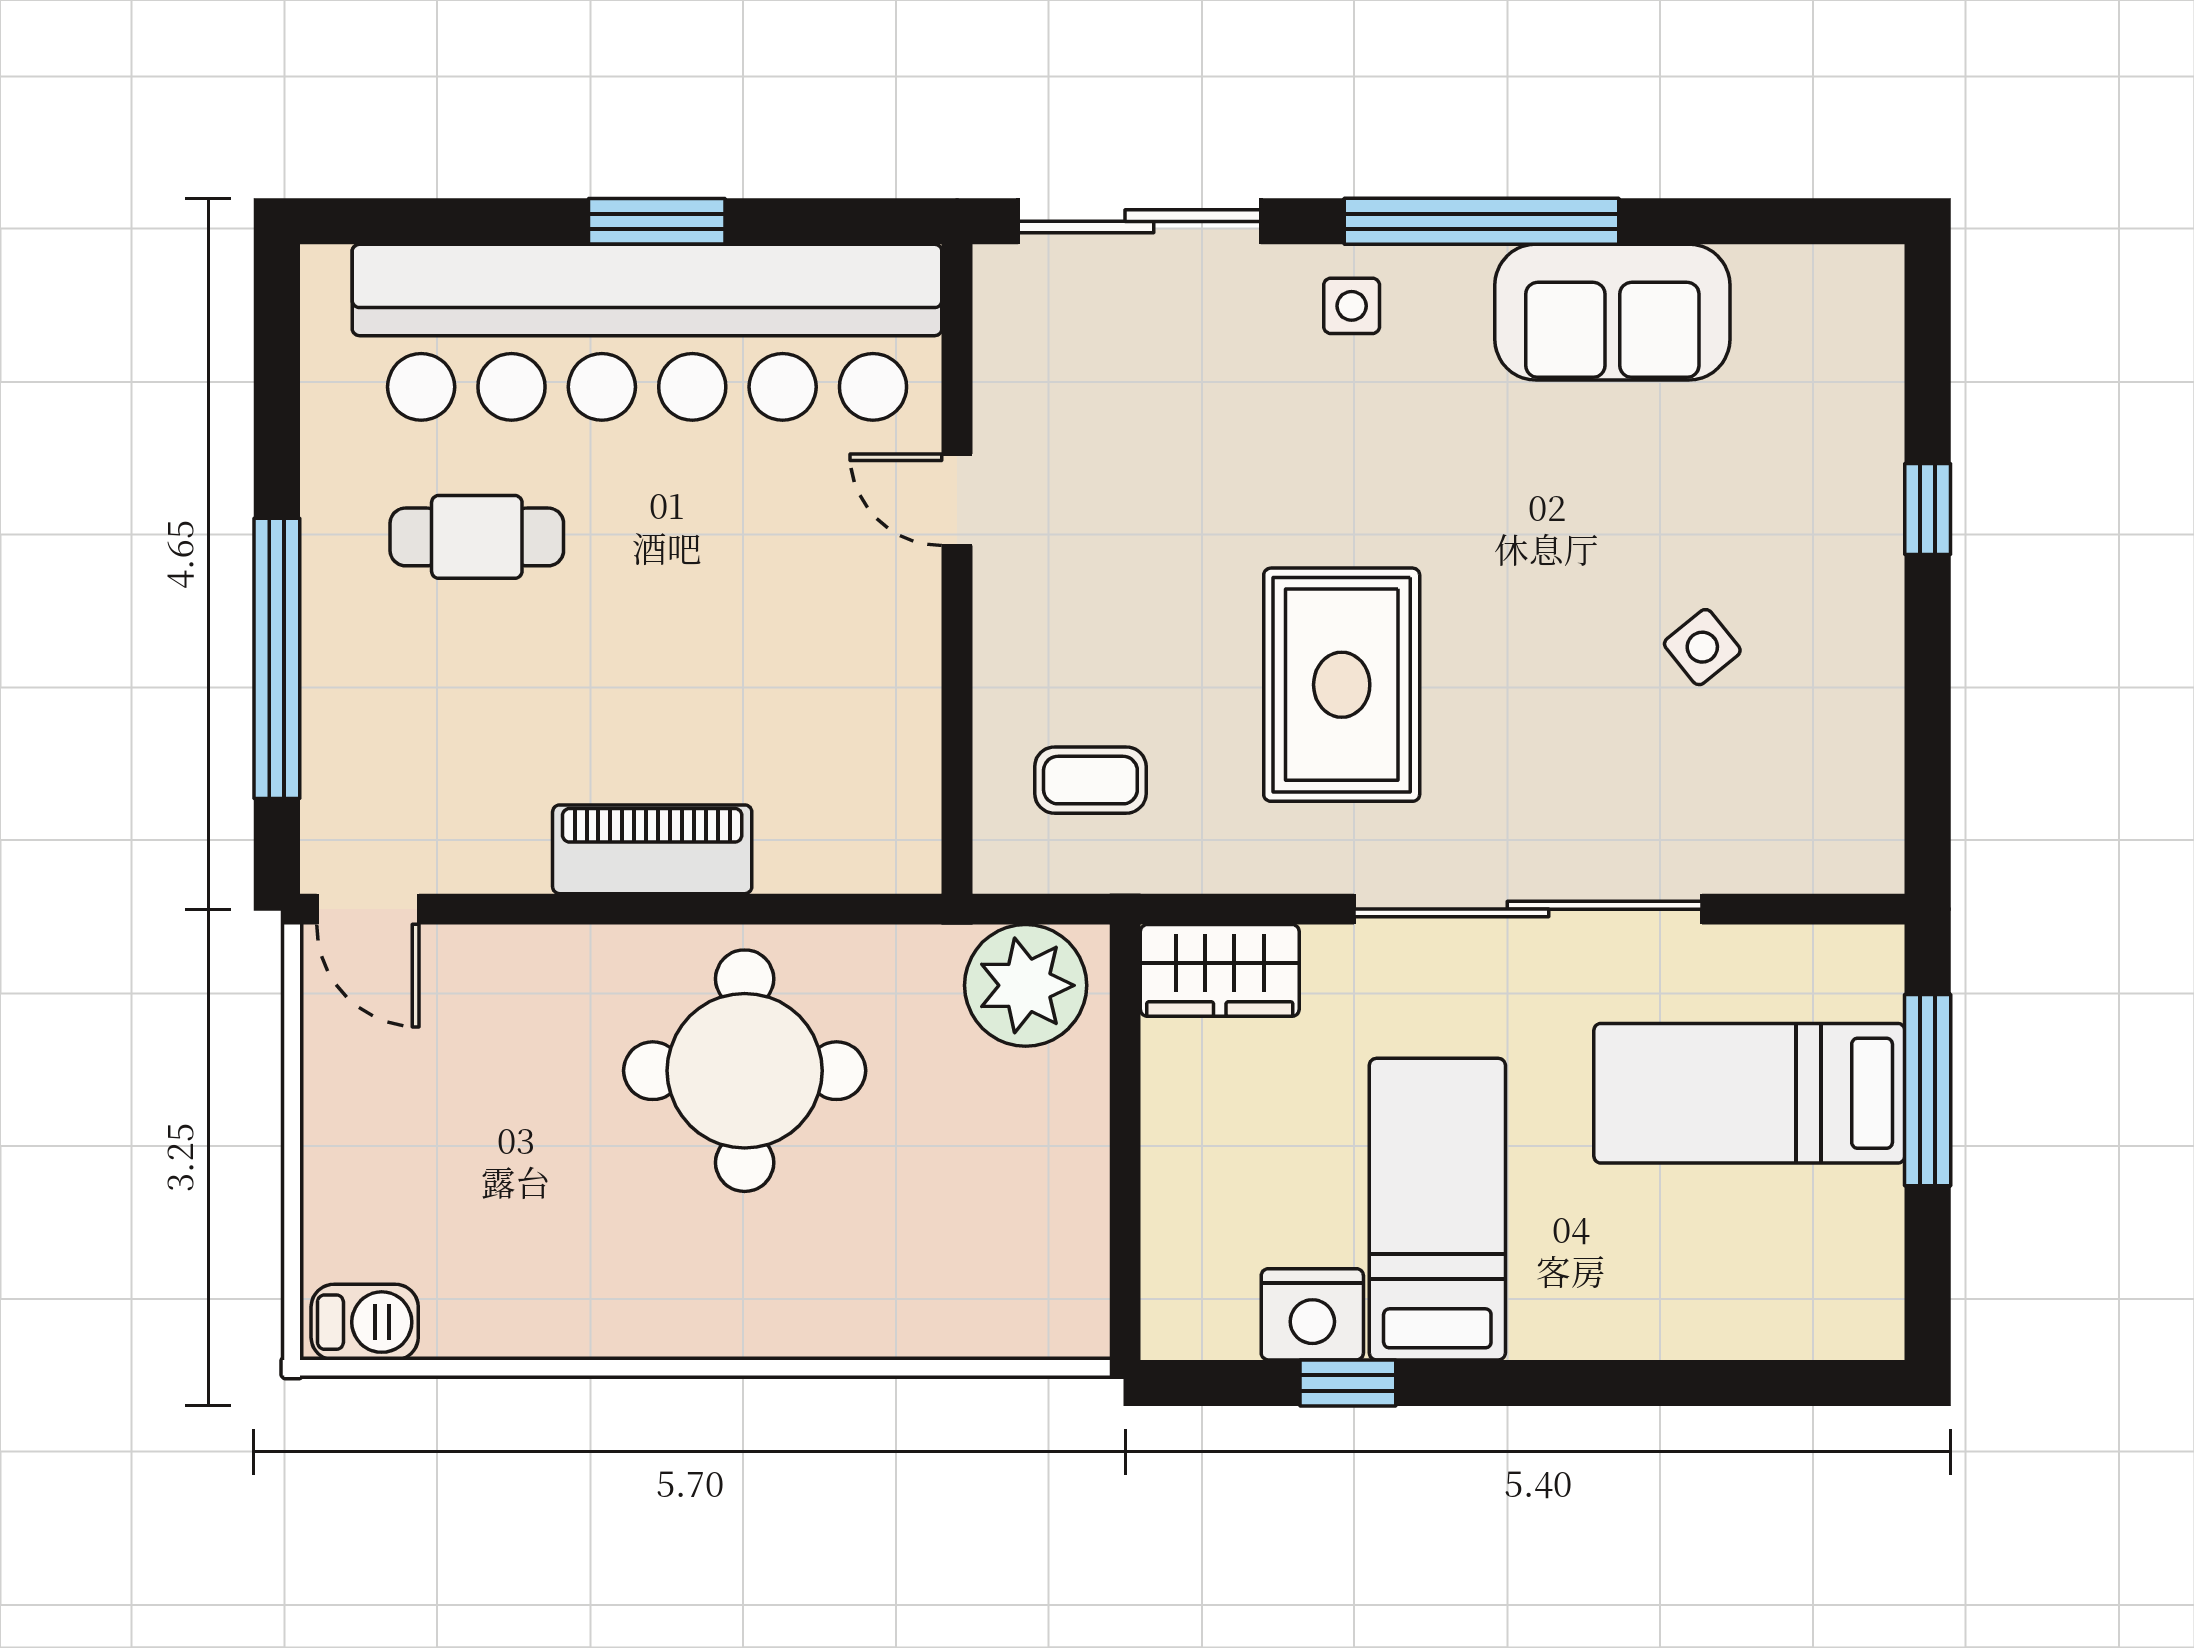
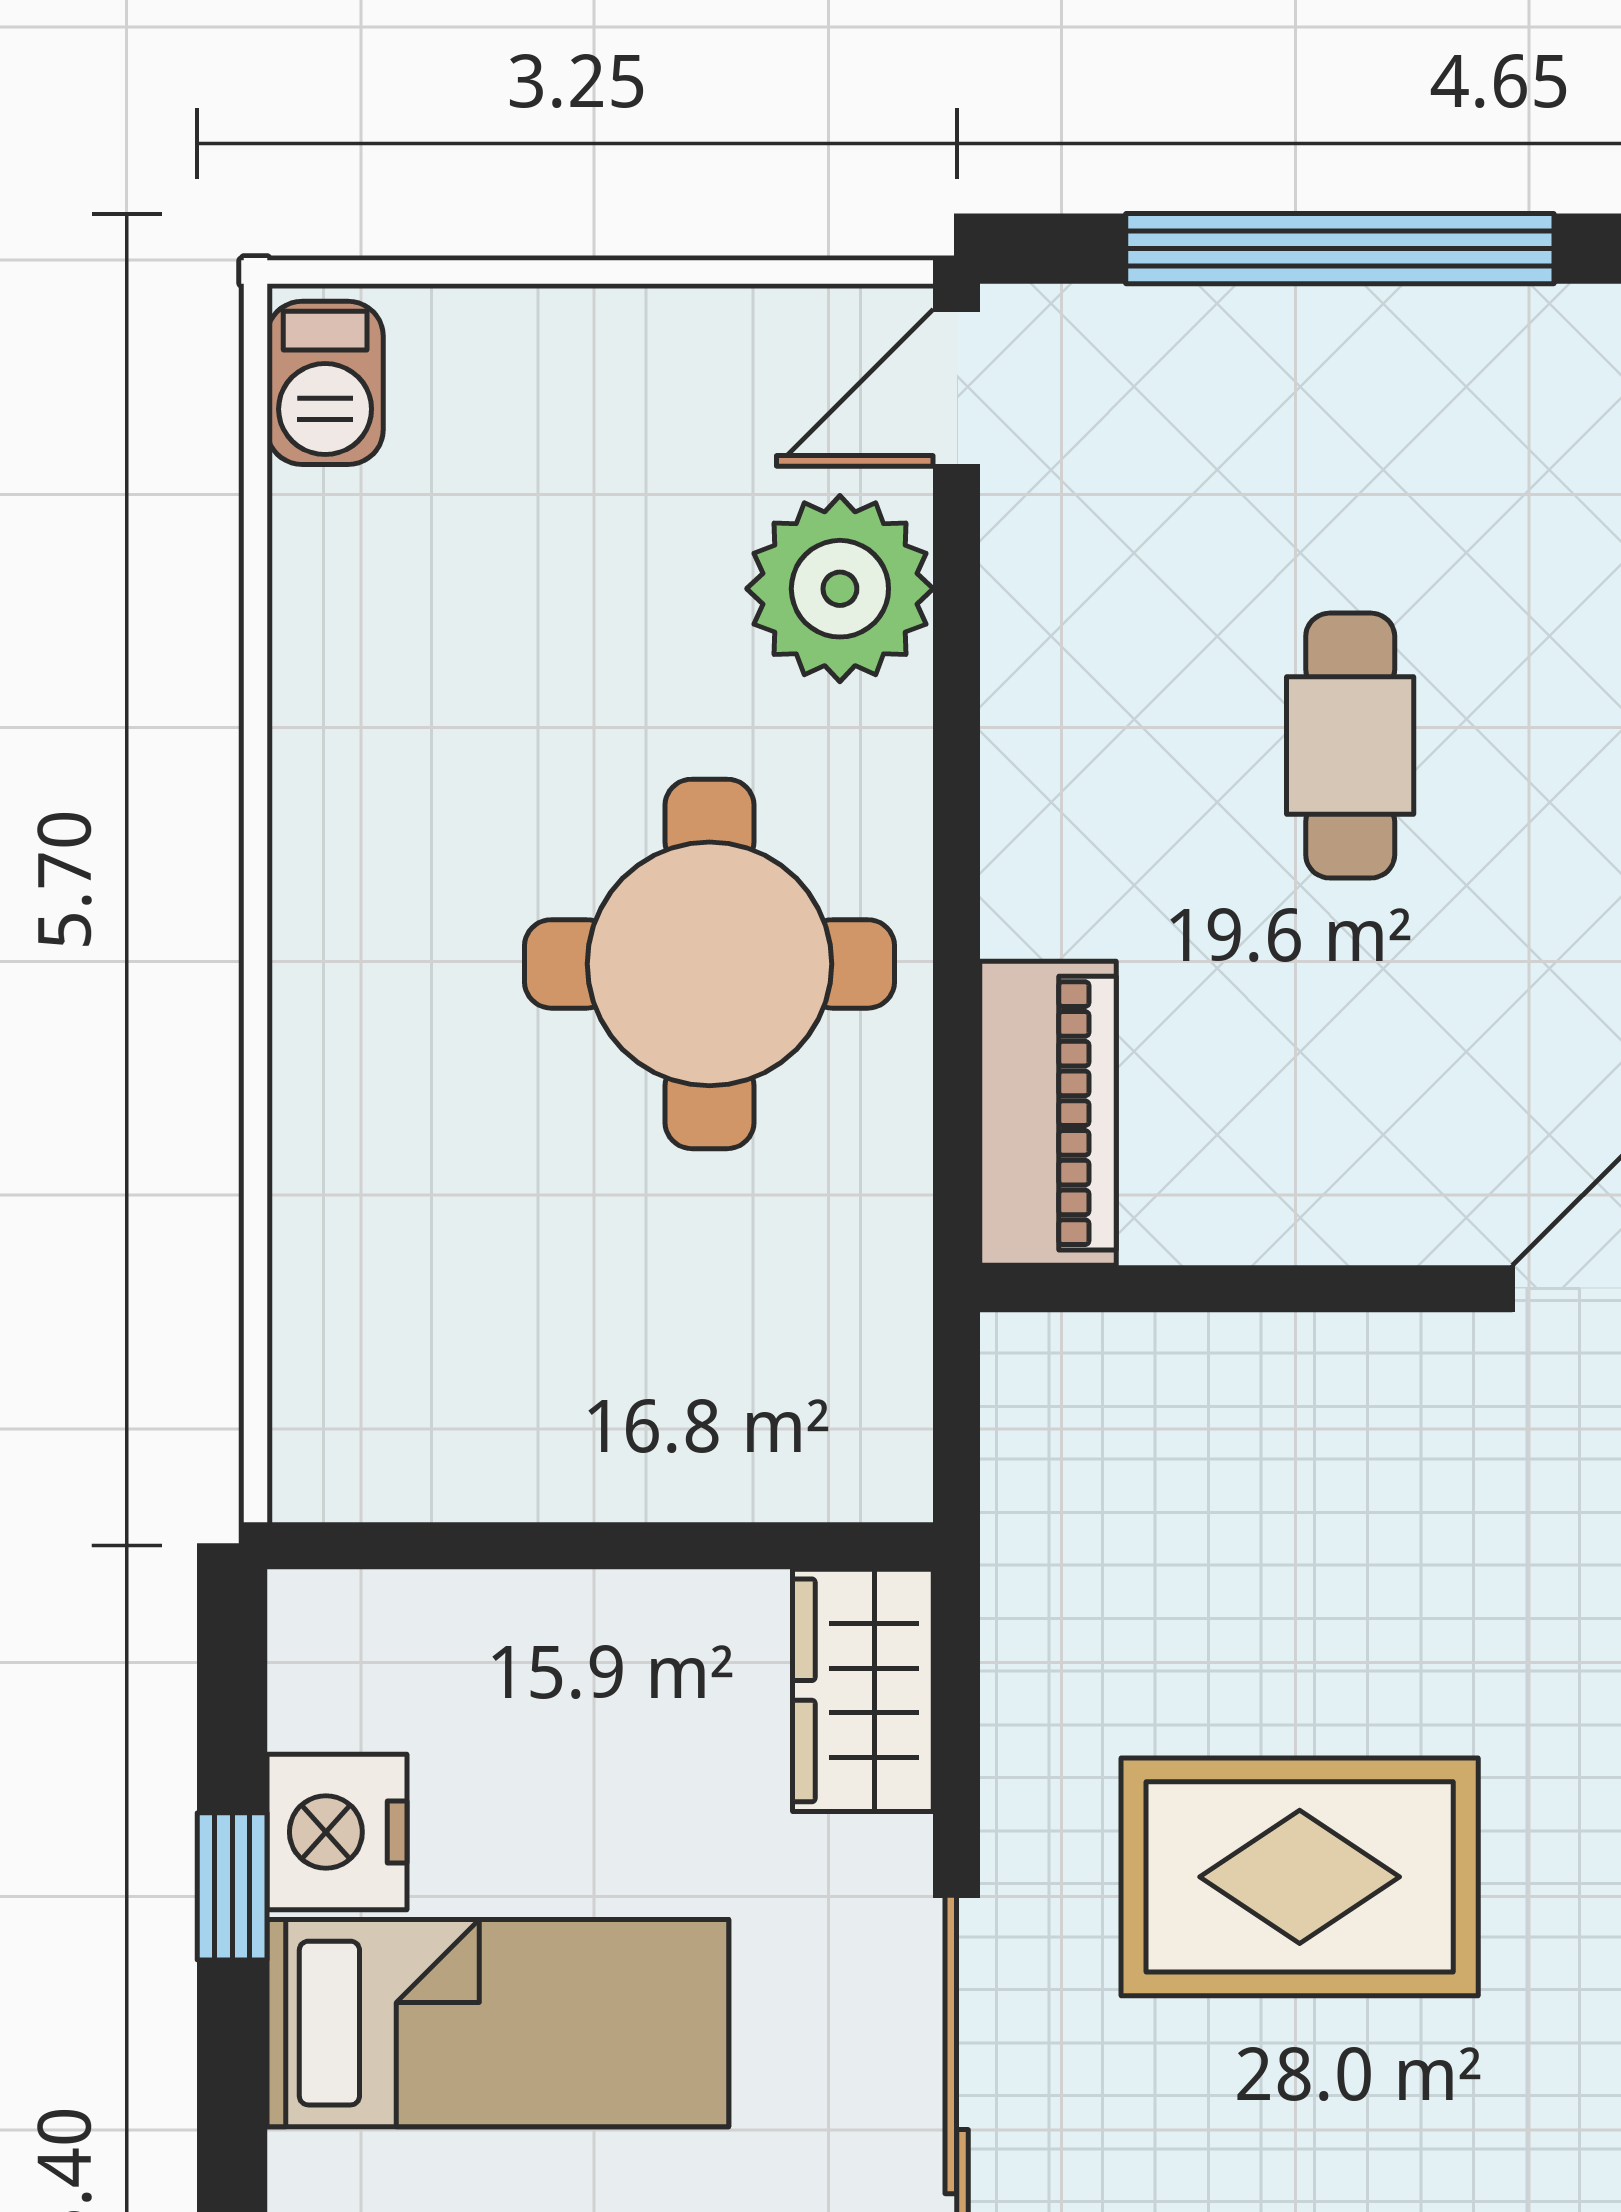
cafe table: (477, 537) -> (1350, 746), moved
coffee table: (1090, 780) -> (1154, 1493), removed
piano: (652, 849) -> (1048, 1113), moved
plant: (1026, 985) -> (840, 589), moved

